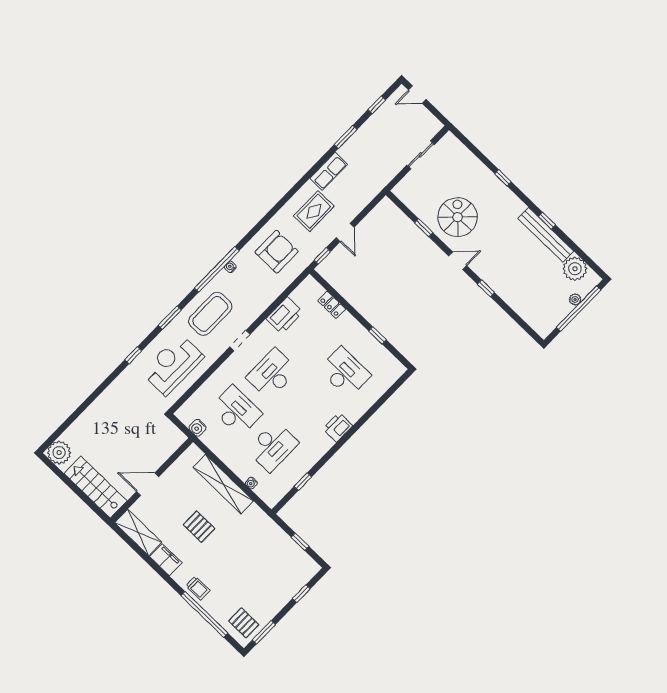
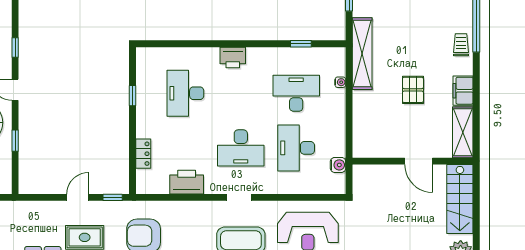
shelving: (223, 484) -> (362, 54), moved

